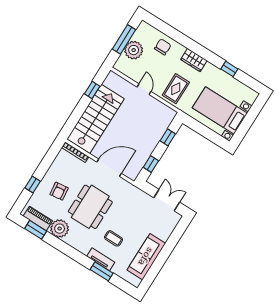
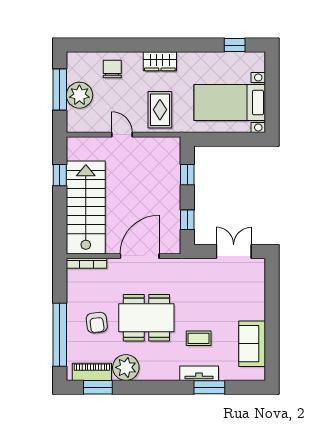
window: (229, 69) -> (235, 45), moved
window: (33, 185) -> (60, 335), width x3.17
dining table: (90, 207) -> (146, 318), turned 90
sofa: (146, 257) -> (252, 344), width x0.73

